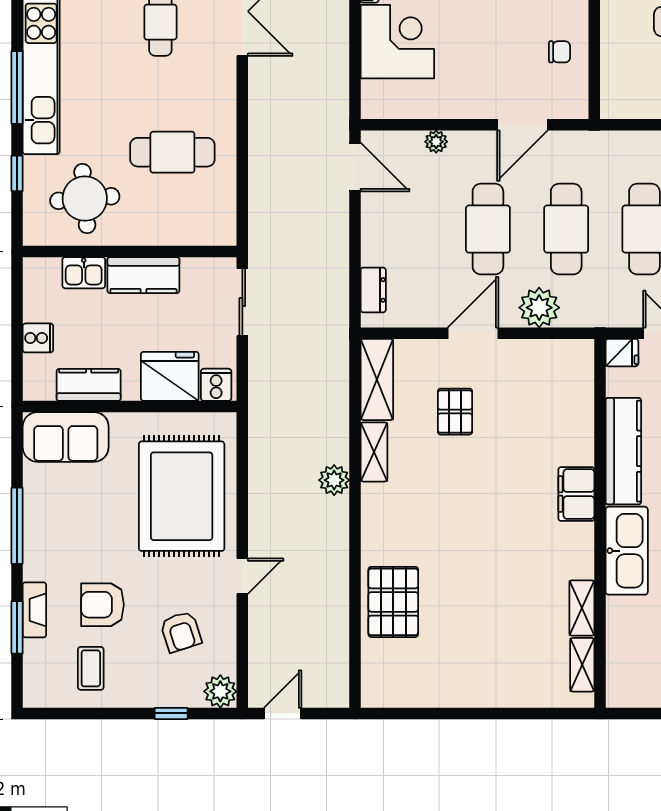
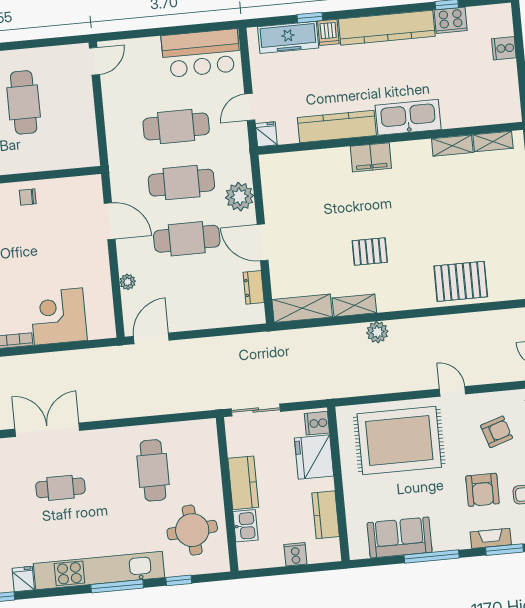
chair: (560, 52) -> (28, 197), moved, turned -90
dresser: (373, 290) -> (254, 287), moved, turned -90
pallet: (455, 412) -> (370, 251), moved
sofa: (66, 437) -> (400, 537), moved, turned -90

